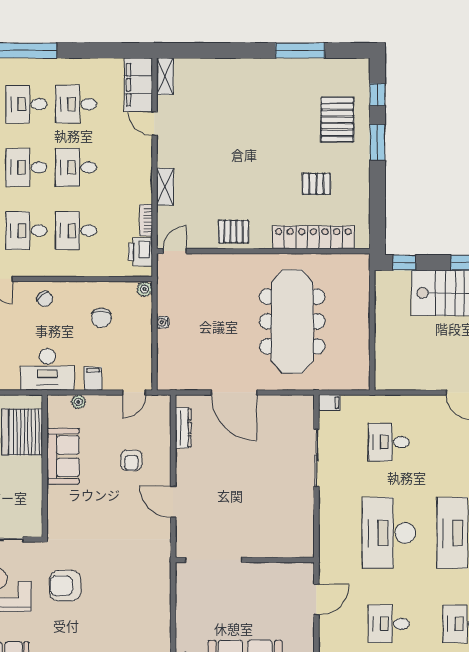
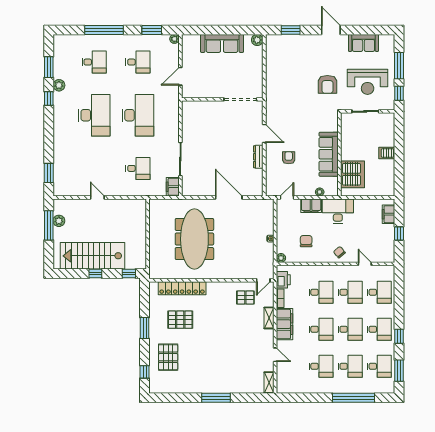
window: (300, 51) -> (216, 398), moved
filing cabinet: (138, 85) -> (285, 324), moved
window: (377, 142) -> (145, 328), moved
pallet: (317, 184) -> (180, 320), width x1.50, depth x1.42
pallet: (234, 232) -> (245, 298), moved
filing cabinet: (93, 379) -> (311, 206), width x2.00
filing cabinet: (329, 403) -> (173, 187), width x2.00
dresser: (183, 428) -> (258, 157), moved
sofa: (63, 456) -> (329, 154), width x1.36
armchair: (65, 586) -> (327, 84), turned 90

